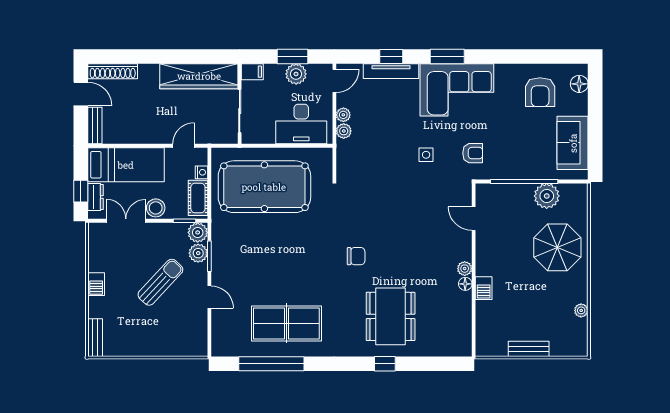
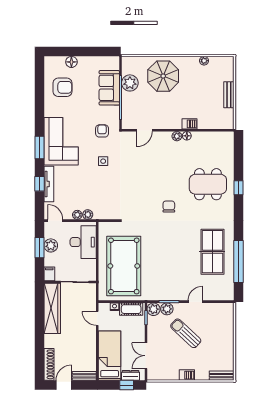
floor lamp: (579, 84) -> (71, 62), moved
sofa: (573, 143) -> (109, 88), moved, turned 90
stool: (156, 208) -> (138, 336), removed

